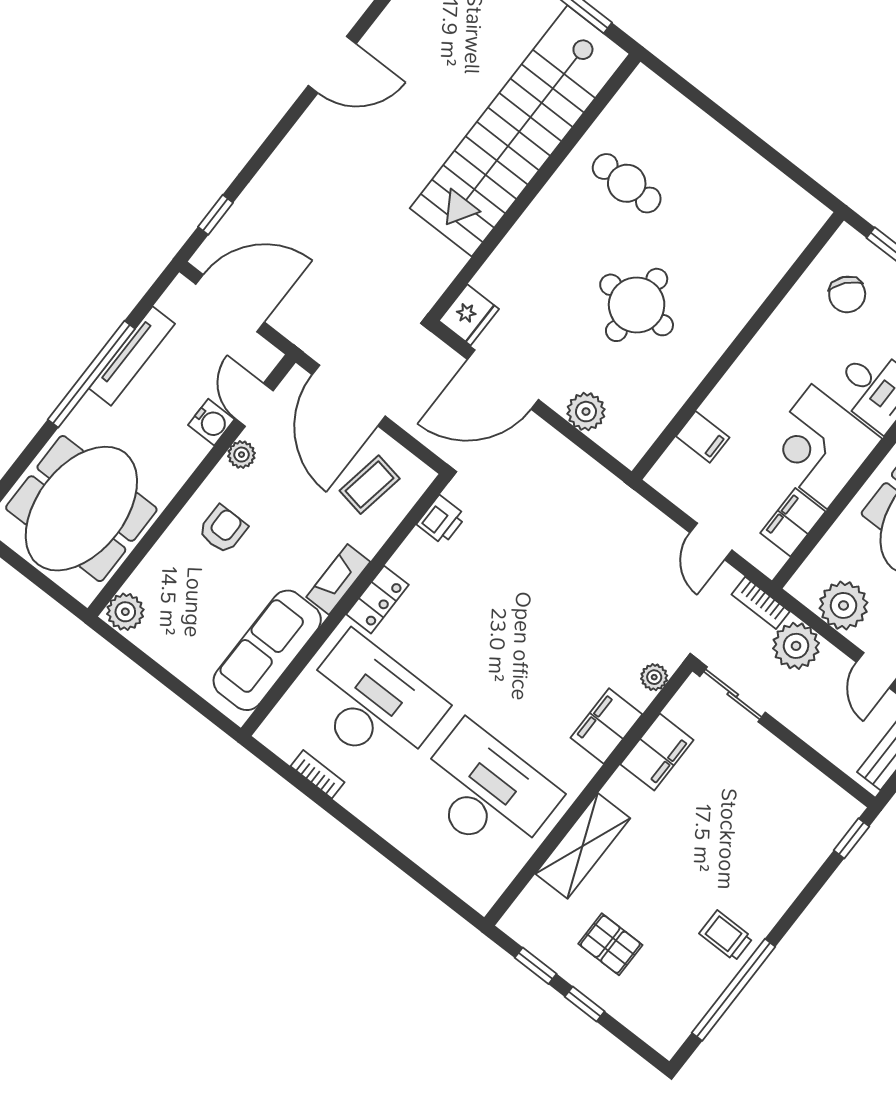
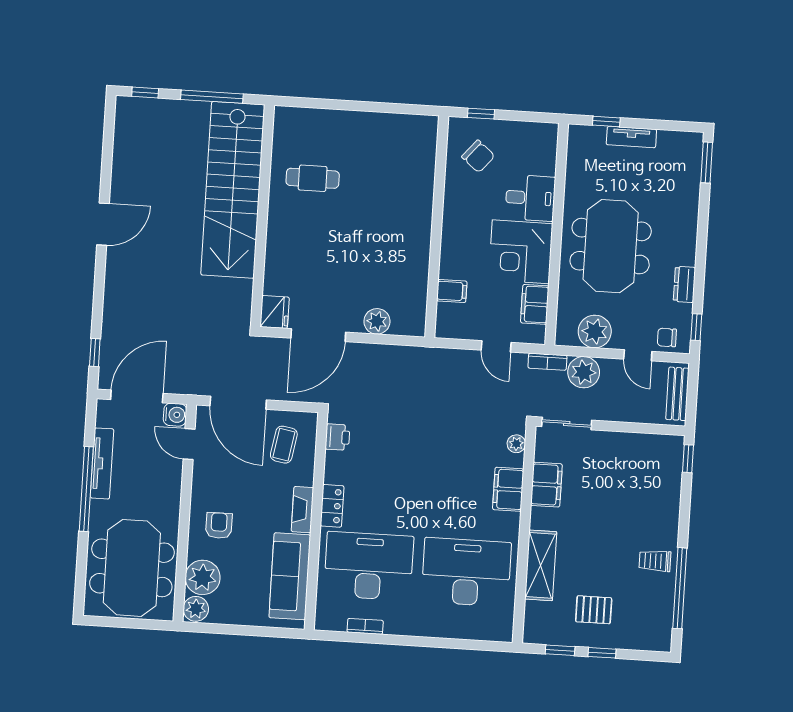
round table: (637, 305) -> (365, 242), removed
water cooler: (211, 422) -> (175, 415), moved
plant: (242, 455) -> (203, 577), moved, width x1.87, depth x1.87

